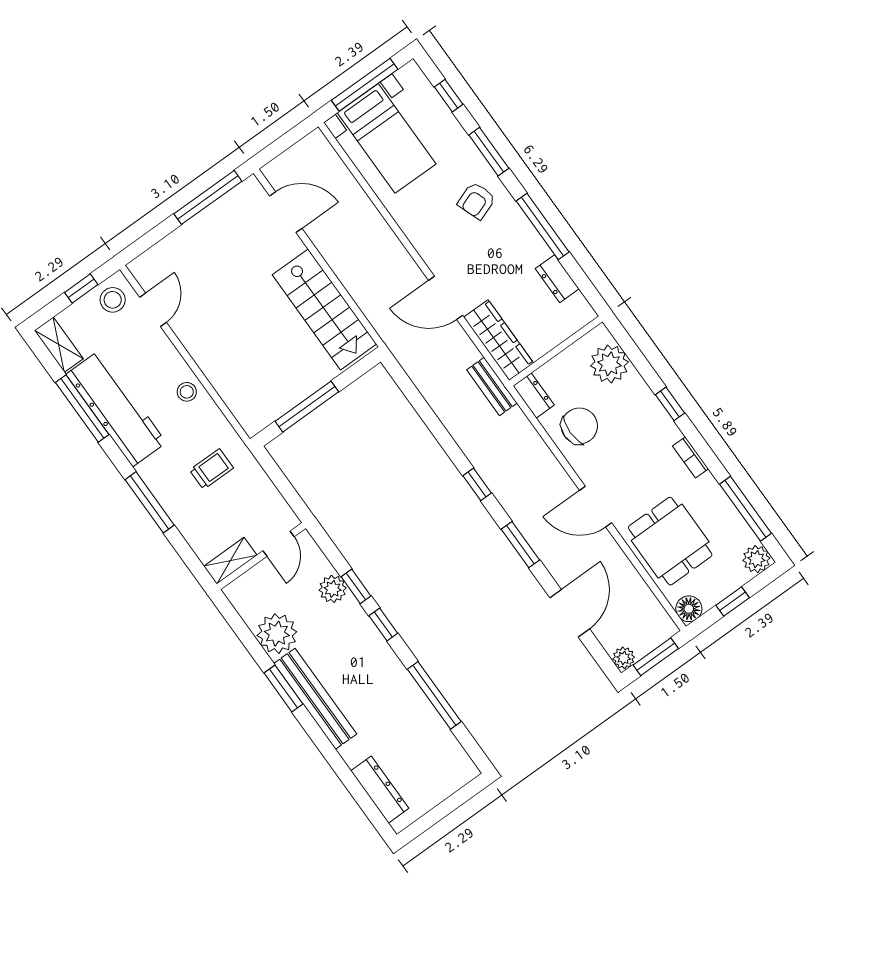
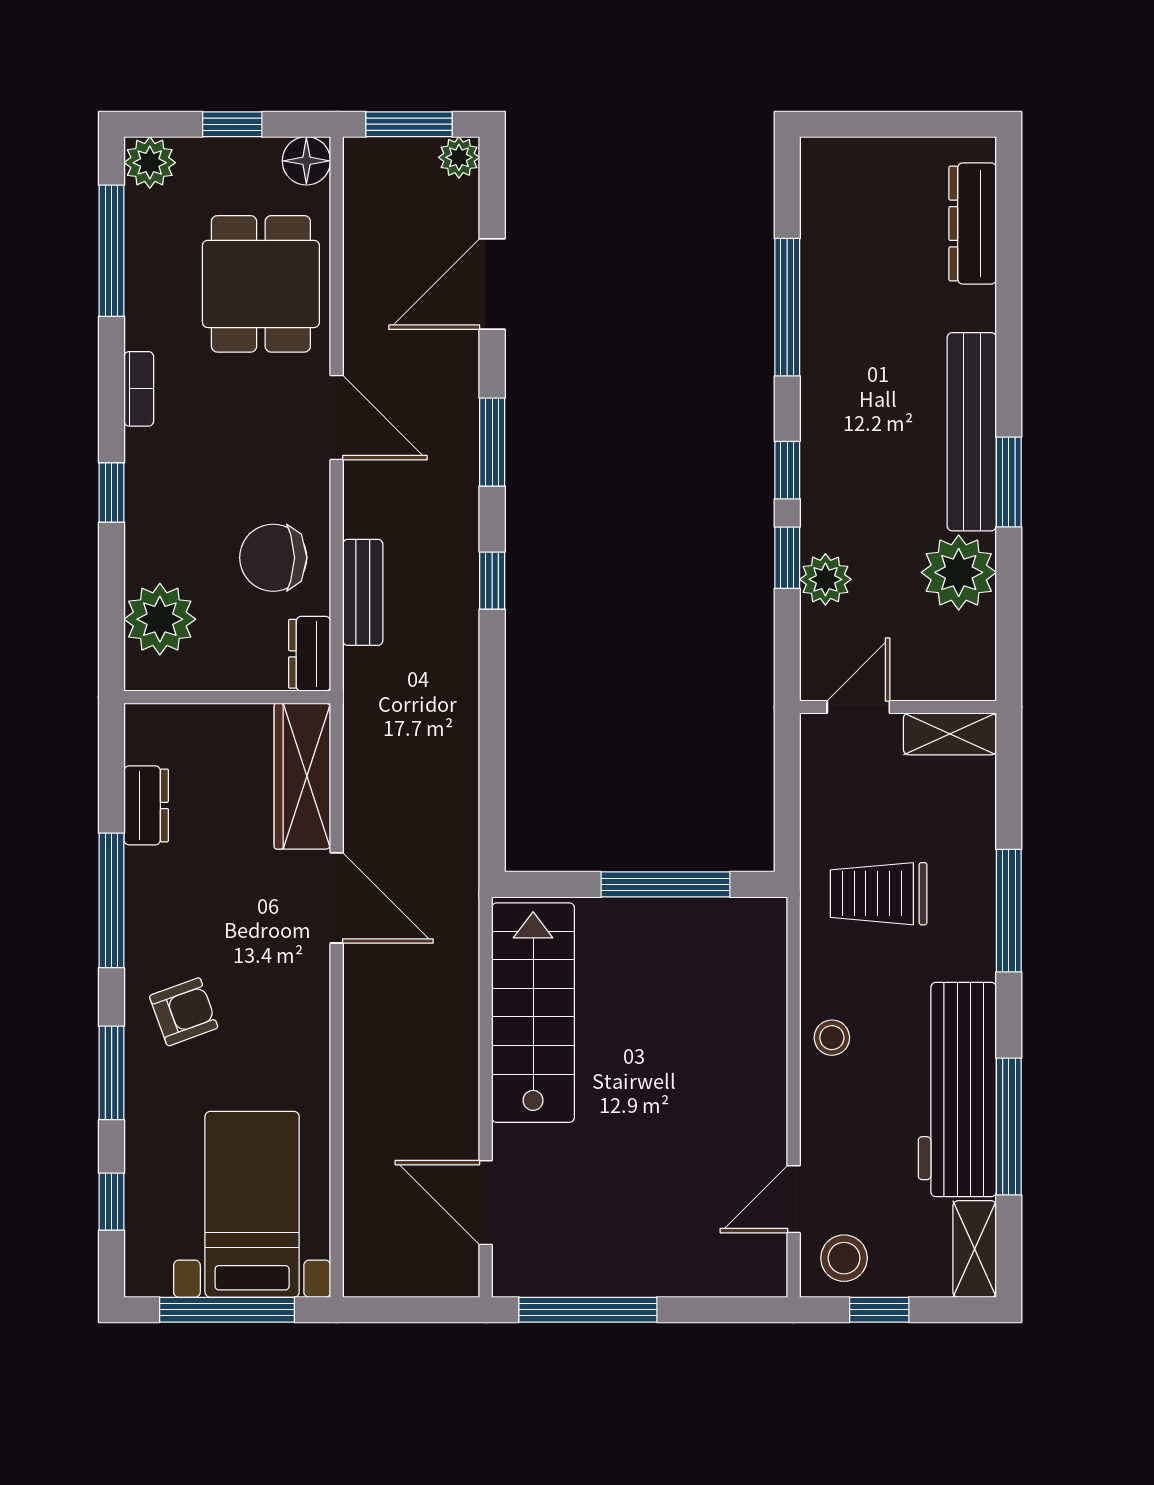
bench: (492, 386) -> (363, 592), moved
trolley: (211, 469) -> (879, 894), width x1.36, depth x1.39

